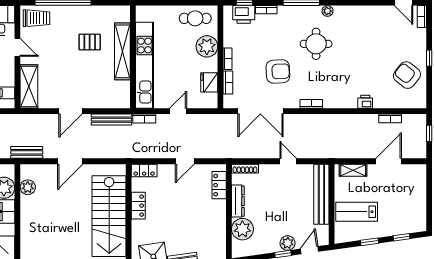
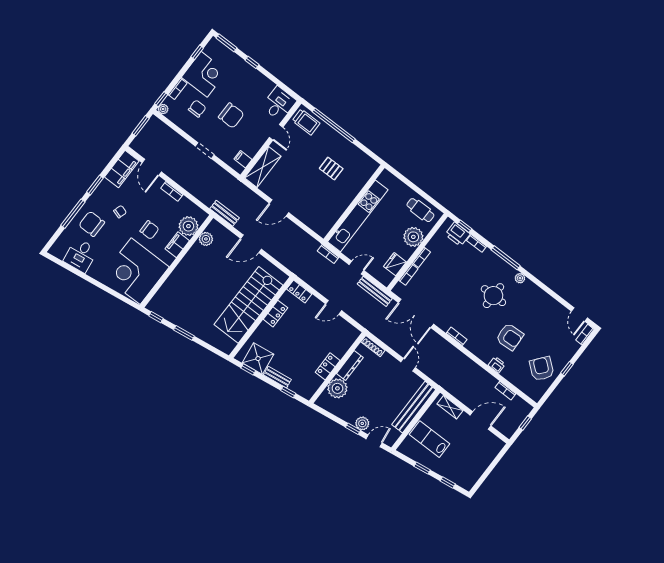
shelving: (122, 51) -> (350, 193), removed
armchair: (278, 71) -> (510, 337), moved
bench: (112, 120) -> (375, 291), moved
locker: (219, 185) -> (328, 366), moved

